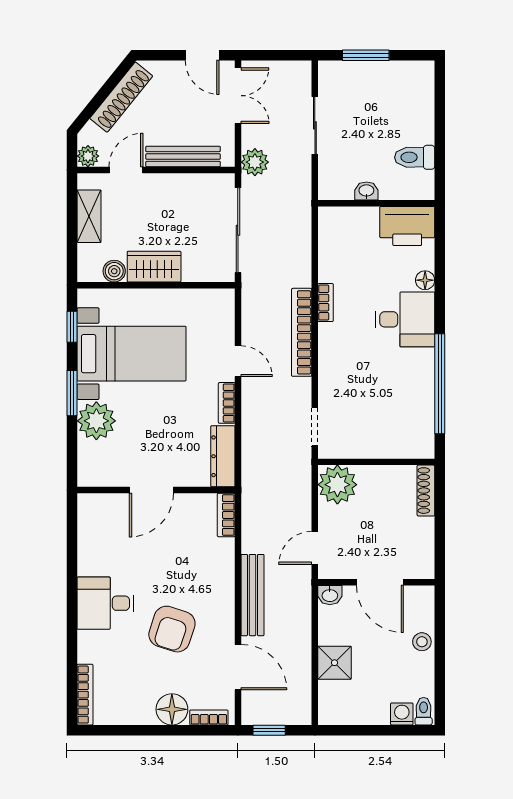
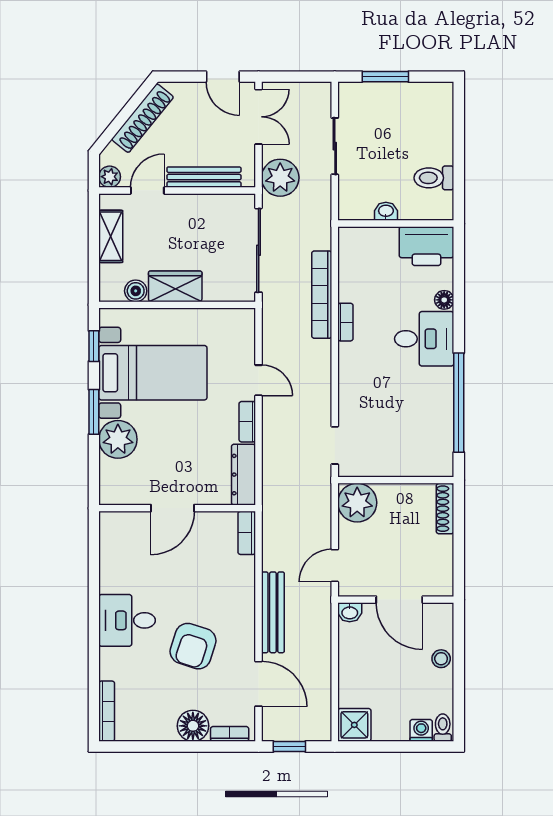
plant: (255, 162) -> (280, 178), width x1.36, depth x1.36
bookcase: (302, 332) -> (322, 295), moved
shower: (335, 663) -> (354, 725), moved

